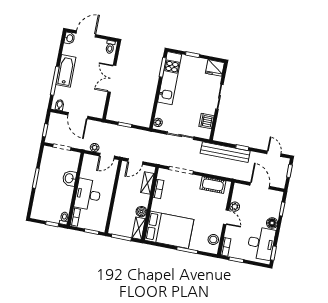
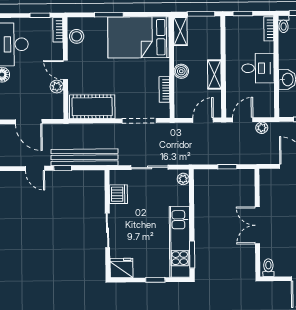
double door: (112, 79) -> (257, 225), swing flipped
door: (274, 154) -> (35, 168), moved
shelving: (147, 183) -> (214, 74), moved
cot: (213, 185) -> (92, 107), width x1.37, depth x1.34
desk: (88, 194) -> (258, 68), width x0.73
boiler: (141, 212) -> (181, 71), moved

